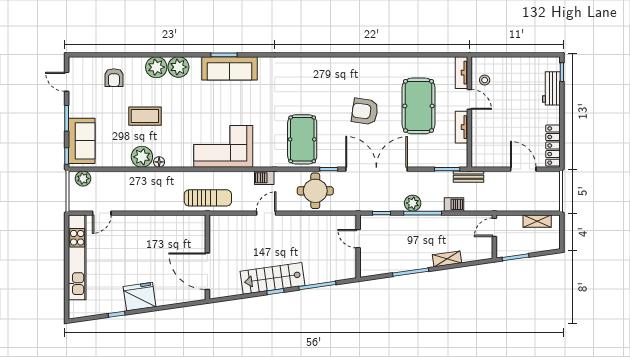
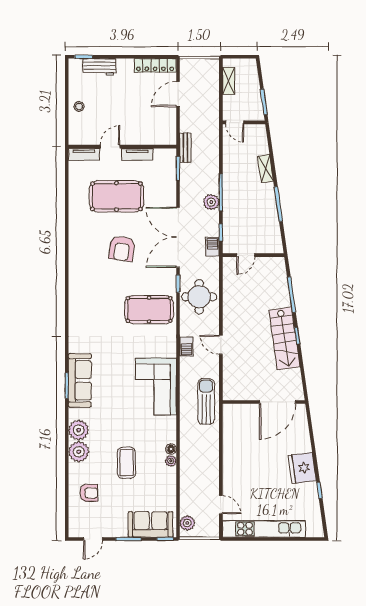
stool: (485, 80) -> (79, 107), moved
plant: (142, 157) -> (171, 461), width x0.53, depth x0.53
barbecue: (454, 204) -> (212, 247), moved

